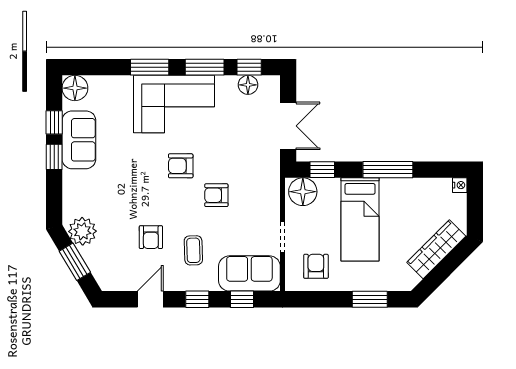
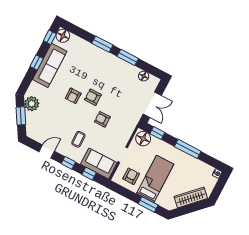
window: (249, 67) -> (148, 68), removed
corner sofa: (174, 104) -> (105, 67), removed
window: (54, 122) -> (50, 37), moved
sofa: (79, 140) -> (50, 65), width x1.36
bed: (360, 219) -> (155, 179), moved, turned 180
armchair: (151, 237) -> (73, 96), moved

